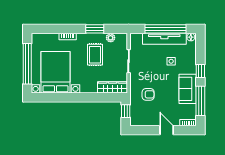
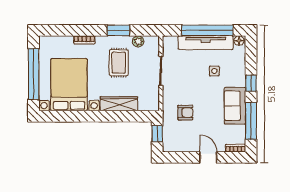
wardrobe: (113, 87) -> (119, 104), moved

